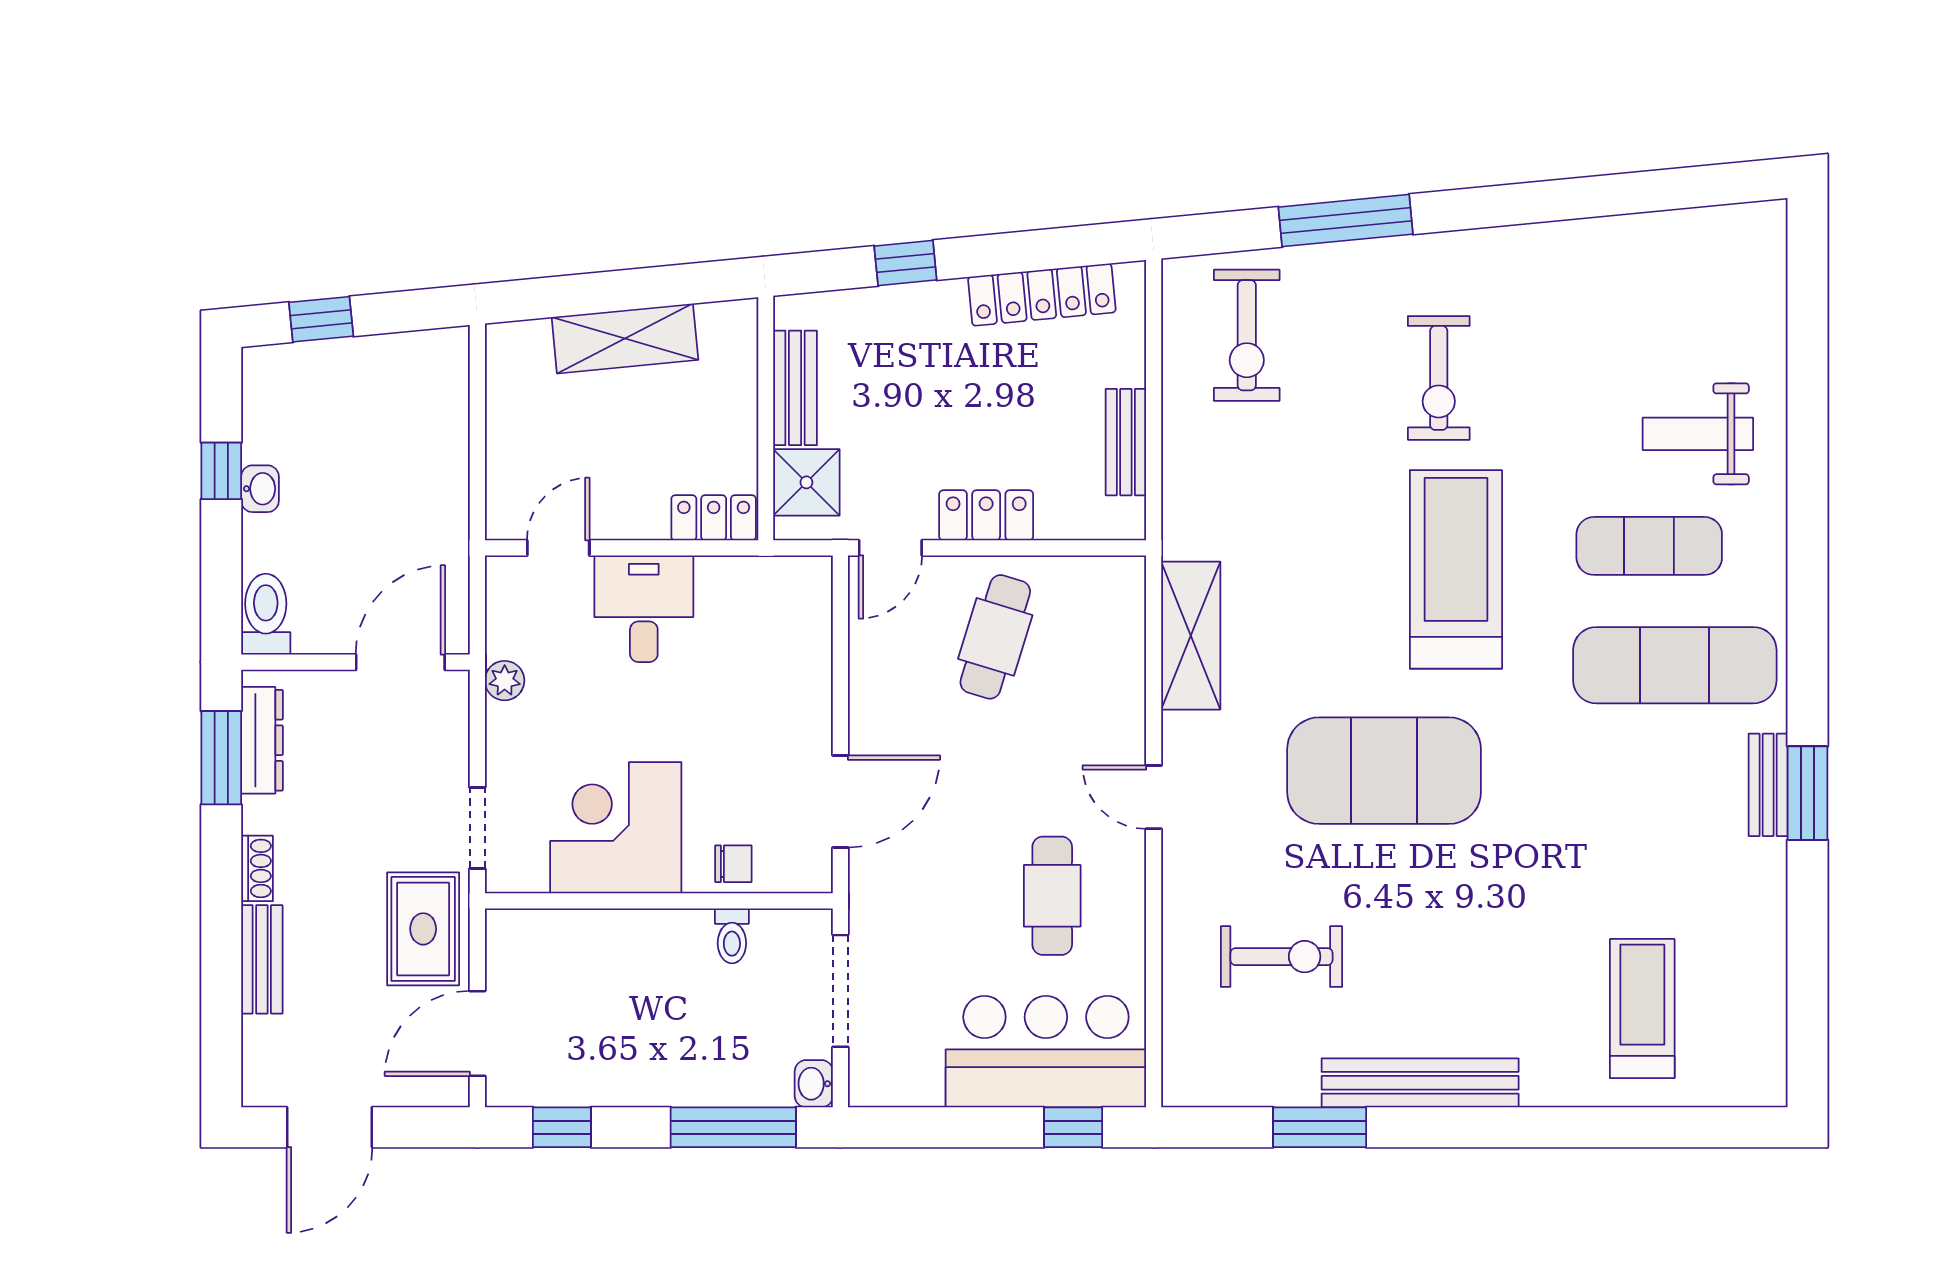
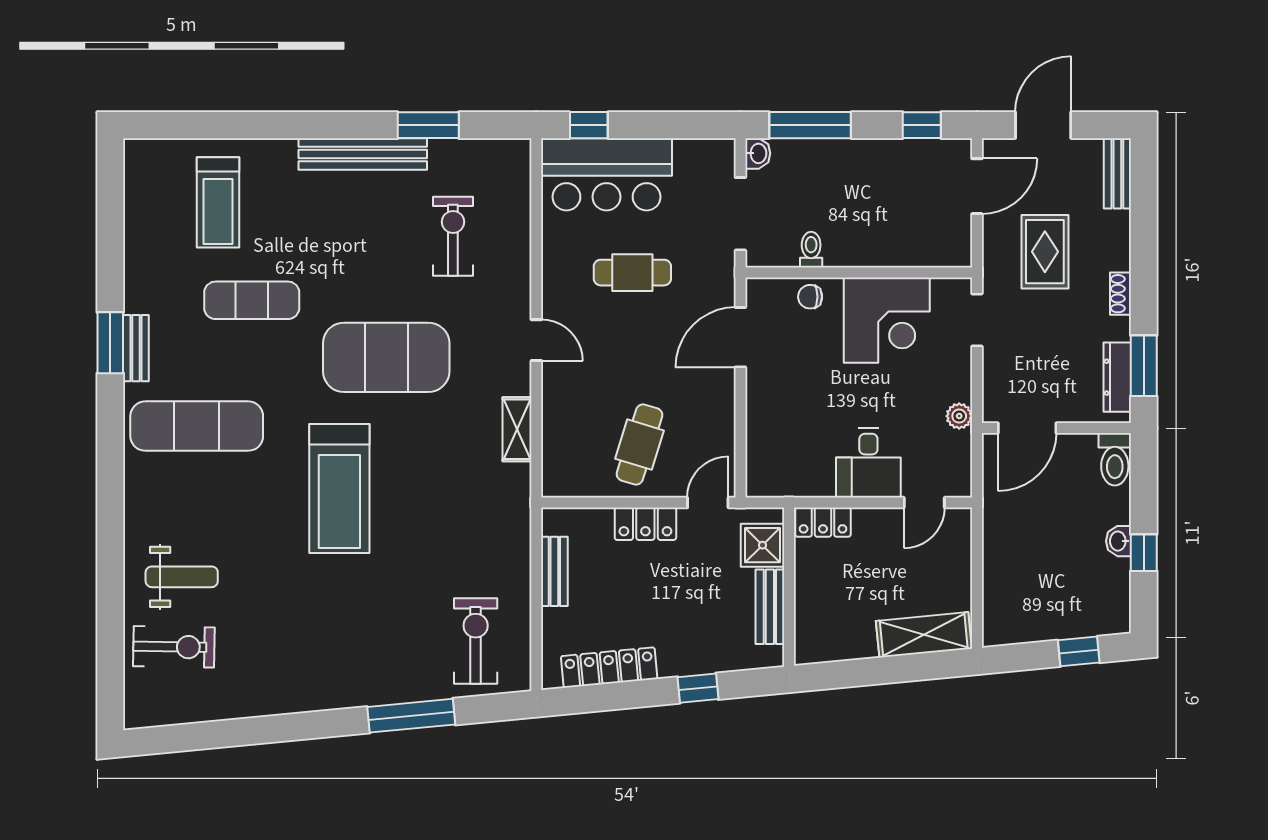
shelving: (625, 339) -> (924, 635), moved
exercise bike: (1439, 378) -> (174, 647), moved, turned 91
exercise mat: (1649, 546) -> (252, 300), moved
shelving: (1191, 636) -> (517, 429), width x0.67, depth x0.75
cafe table: (1052, 896) -> (632, 273), moved, turned 90
rug: (423, 929) -> (1045, 252), moved
exercise bike: (1282, 957) -> (453, 236), turned 90
bench: (262, 959) -> (1117, 173), moved
door: (330, 1127) -> (1043, 125), moved

